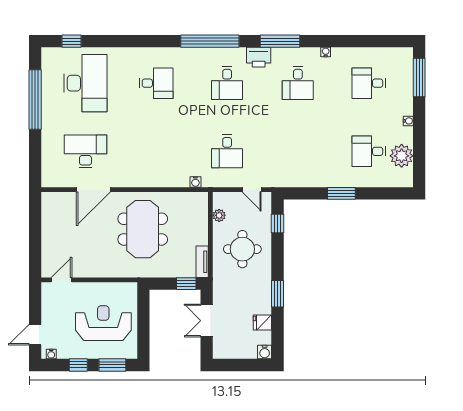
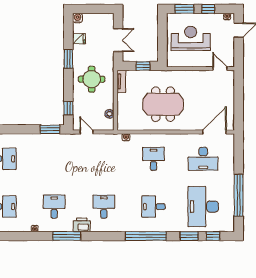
window: (105, 41) -> (189, 236), added
window: (210, 41) -> (146, 236), moved
desk: (227, 151) -> (154, 159), moved
door: (93, 190) -> (214, 132), moved
window: (341, 193) -> (50, 129), moved
meeting table: (143, 229) -> (163, 104), turned 90
round table: (242, 249) -> (92, 79), moved
door: (61, 280) -> (220, 69), swing flipped
window: (186, 284) -> (143, 66), moved
reception desk: (103, 323) -> (191, 38), turned 180

